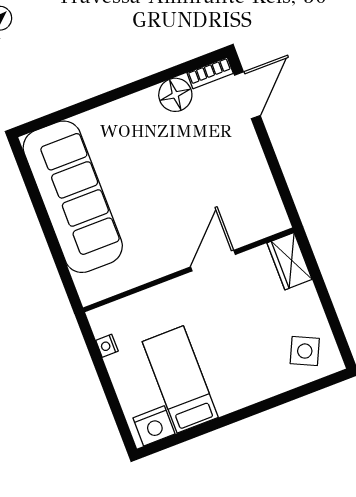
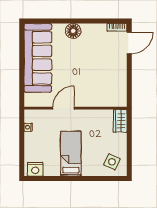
floor lamp: (175, 95) -> (73, 31), moved
door: (213, 261) -> (64, 108), moved
bed: (180, 379) -> (71, 154), moved

